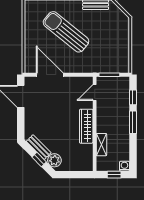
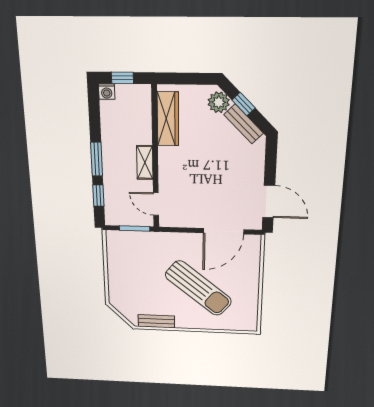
door: (50, 75) -> (223, 231), hinge flipped
door: (95, 92) -> (156, 204), swing flipped
wardrobe: (86, 126) -> (168, 119), moved
shelving: (101, 145) -> (145, 162), moved

